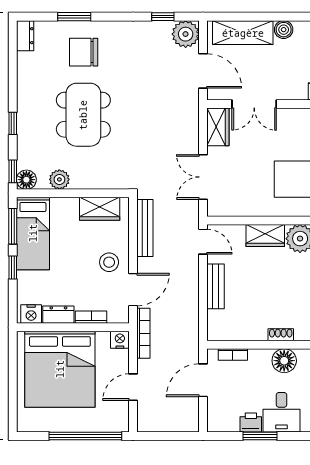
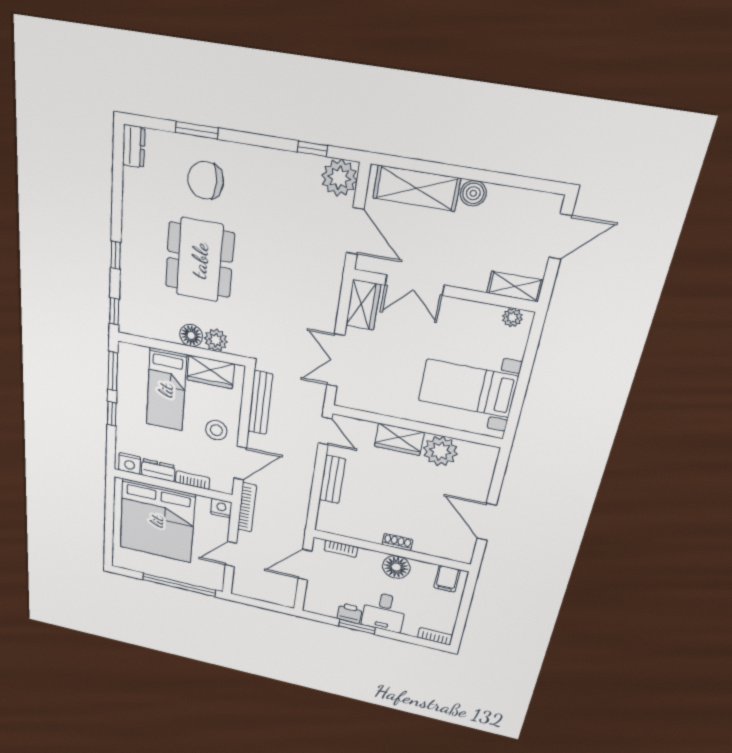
plant: (59, 179) -> (216, 340), moved
floor lamp: (26, 180) -> (191, 335), moved
bed: (33, 233) -> (166, 390), moved

